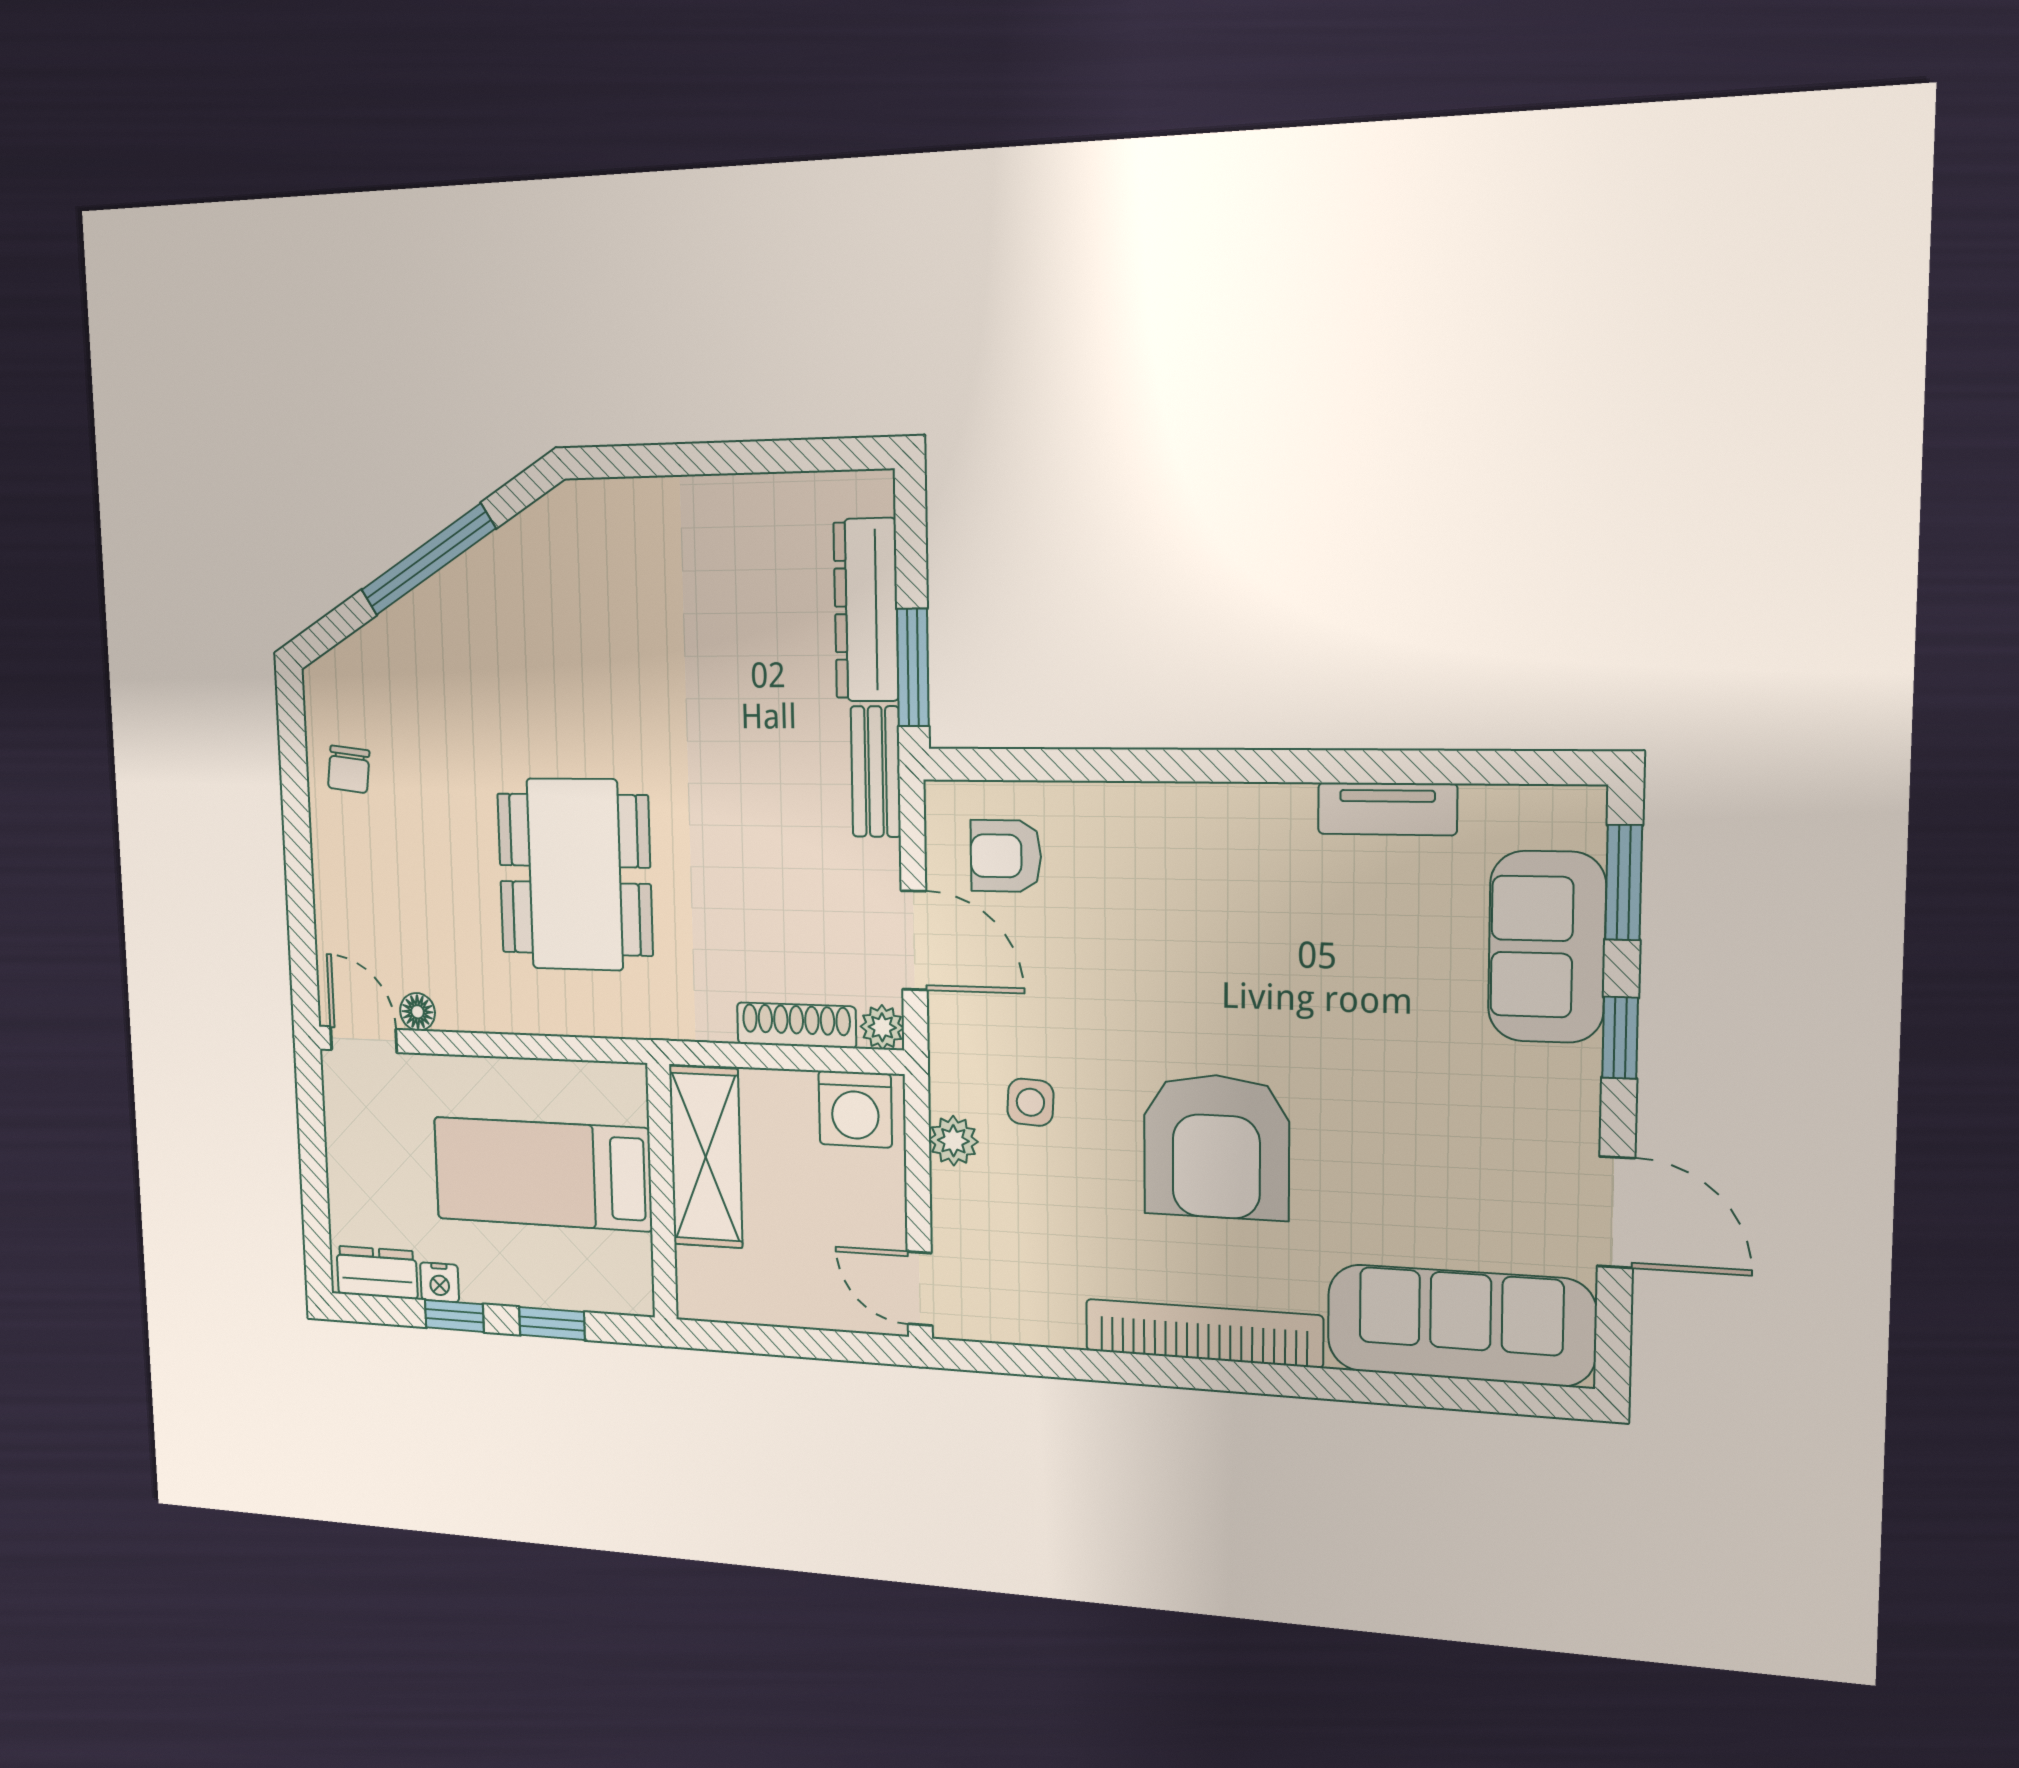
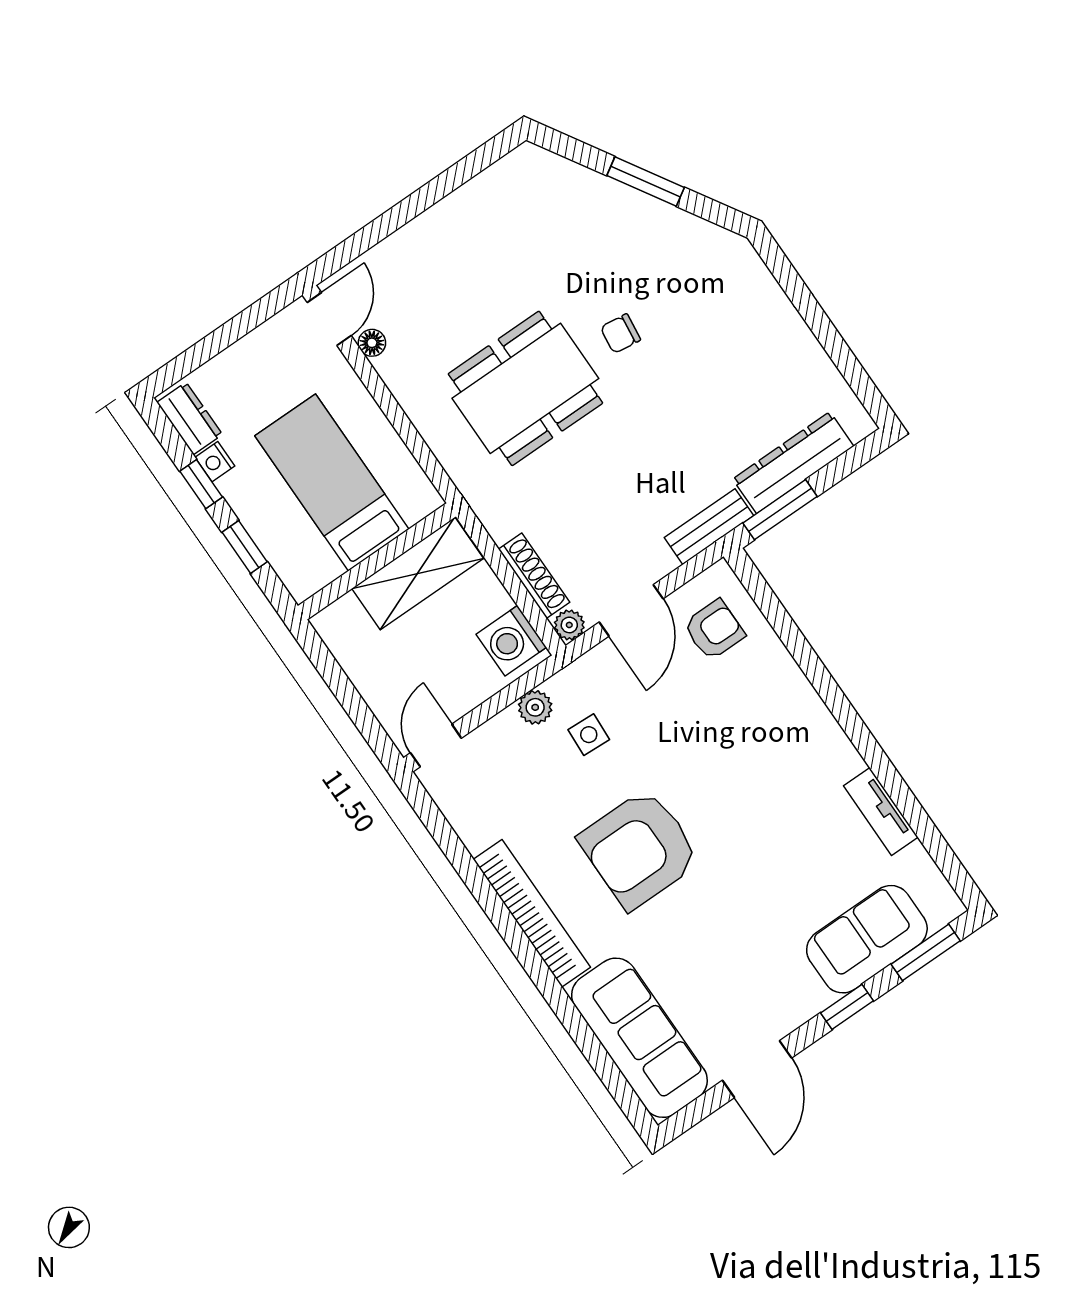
window: (428, 559) -> (646, 181), width x0.69
chair: (349, 769) -> (620, 334), moved
armchair: (1006, 856) -> (714, 630), turned 90

